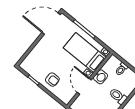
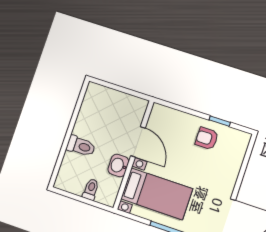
armchair: (52, 80) -> (207, 138), moved

